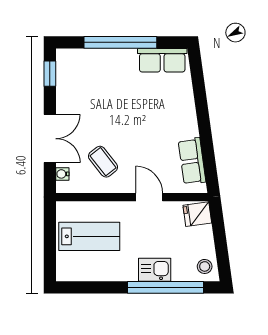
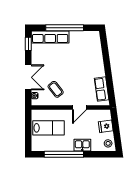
row of seats: (162, 60) -> (50, 37), moved, width x1.48
door: (149, 197) -> (79, 108), swing flipped
fridge: (197, 214) -> (106, 126), moved
window: (165, 287) -> (64, 154), moved

